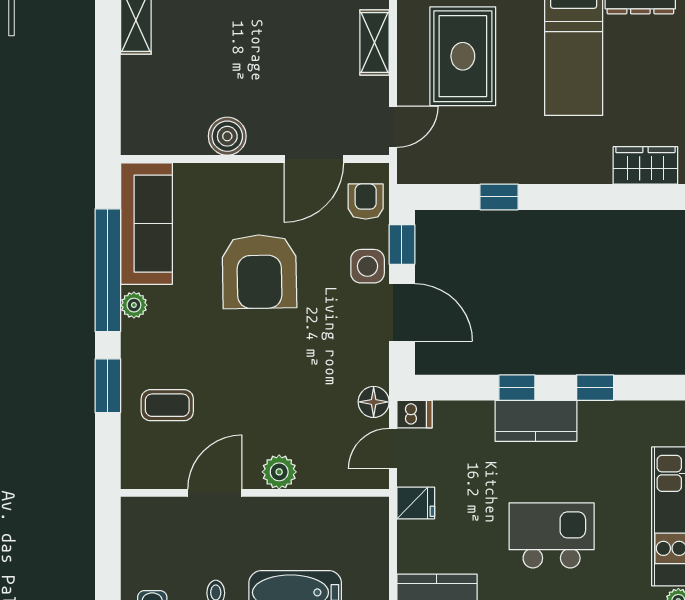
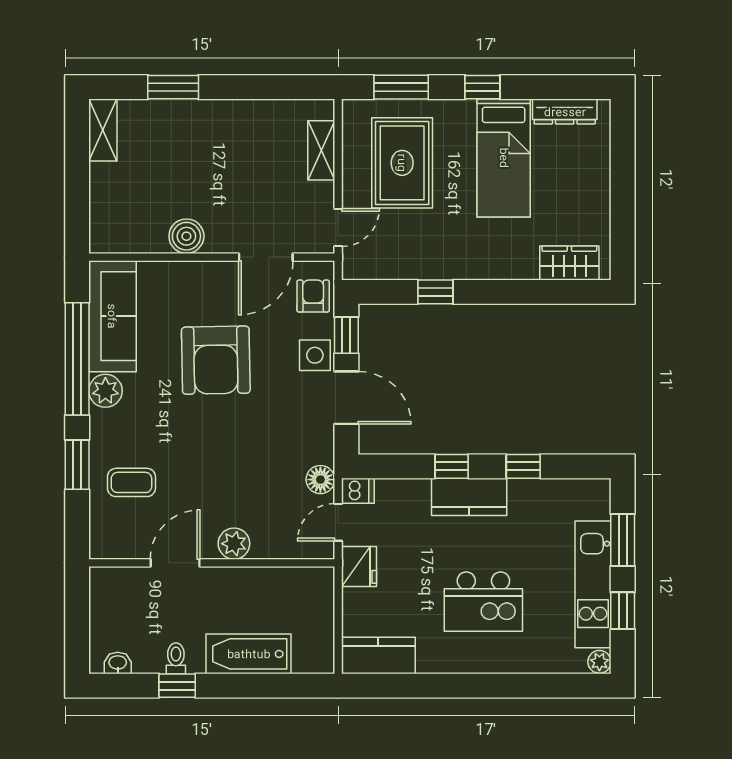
plant: (134, 305) -> (105, 391), width x1.38, depth x1.38
fridge: (416, 503) -> (359, 566), width x1.38
kitchen island: (552, 535) -> (483, 602), turned 180

